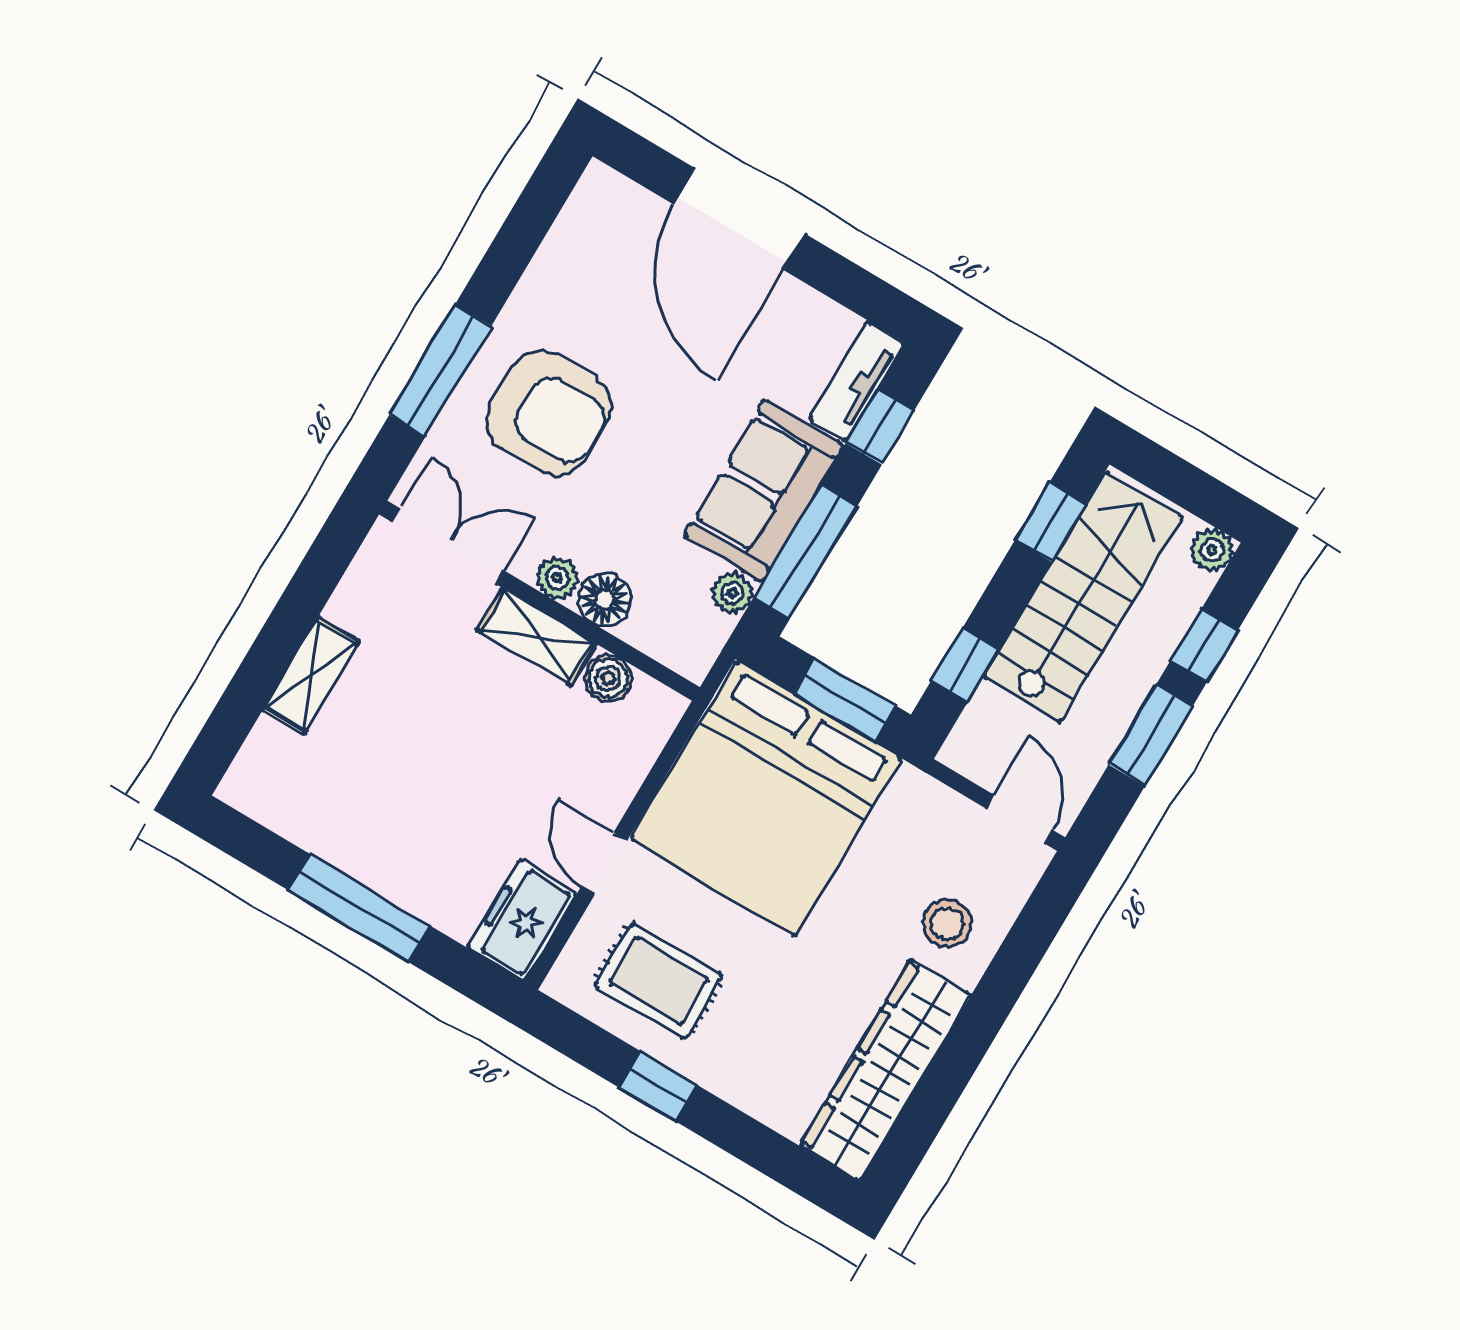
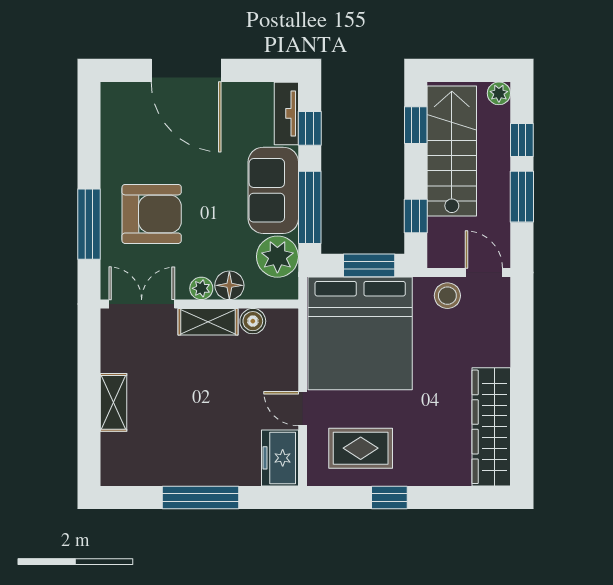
plant: (732, 593) -> (277, 257), width x1.88, depth x1.88
stool: (947, 923) -> (447, 296), moved

